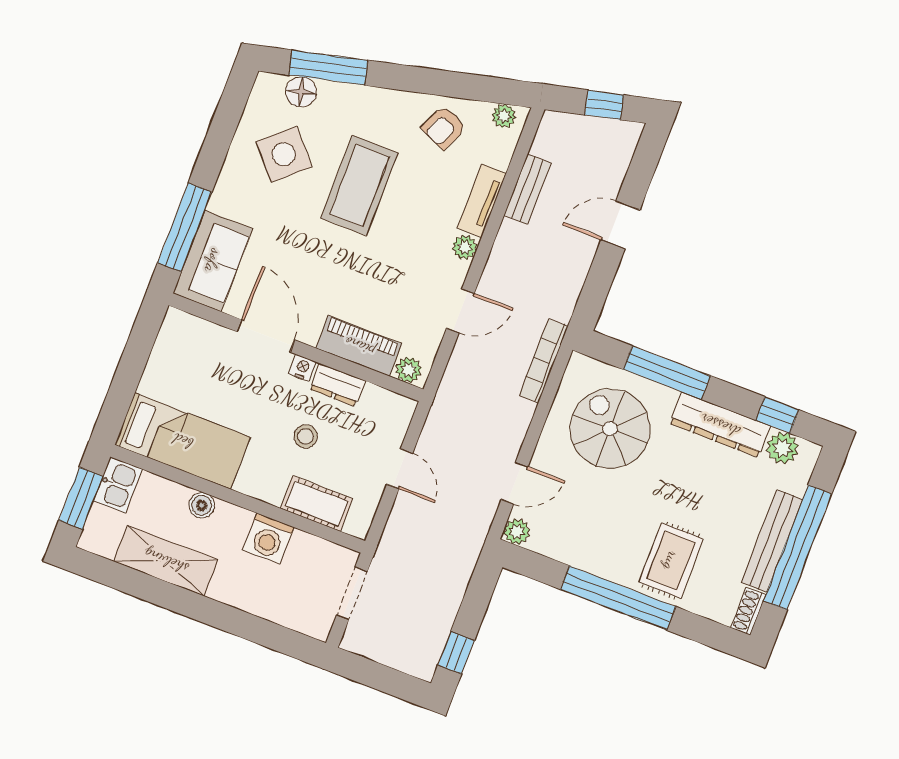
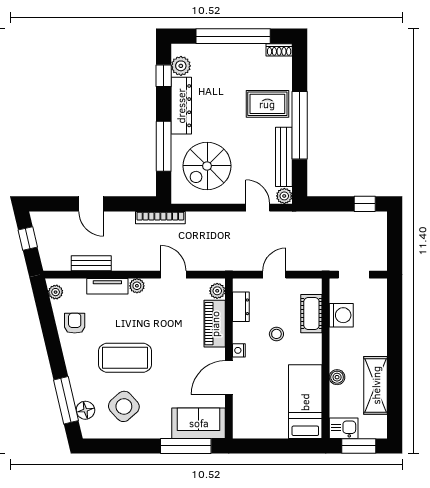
armchair: (444, 127) -> (75, 323), turned -114
bookcase: (544, 361) -> (160, 218), moved
dresser: (337, 385) -> (241, 307), moved
washing machine: (268, 539) -> (341, 315), moved
bench: (772, 541) -> (284, 157), moved, turned 90

